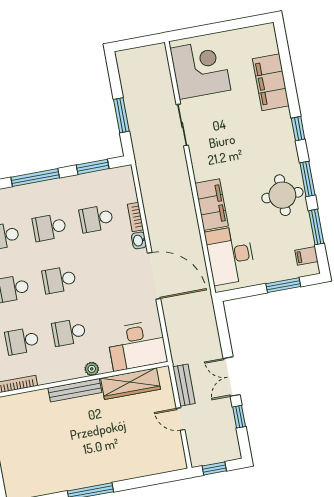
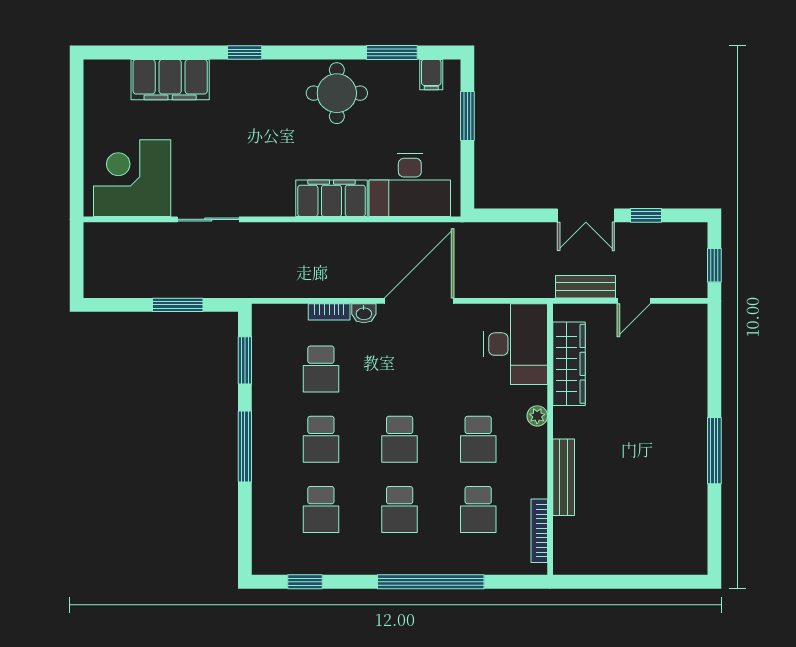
window: (307, 179) -> (320, 53), removed
bench: (75, 390) -> (564, 477), moved

